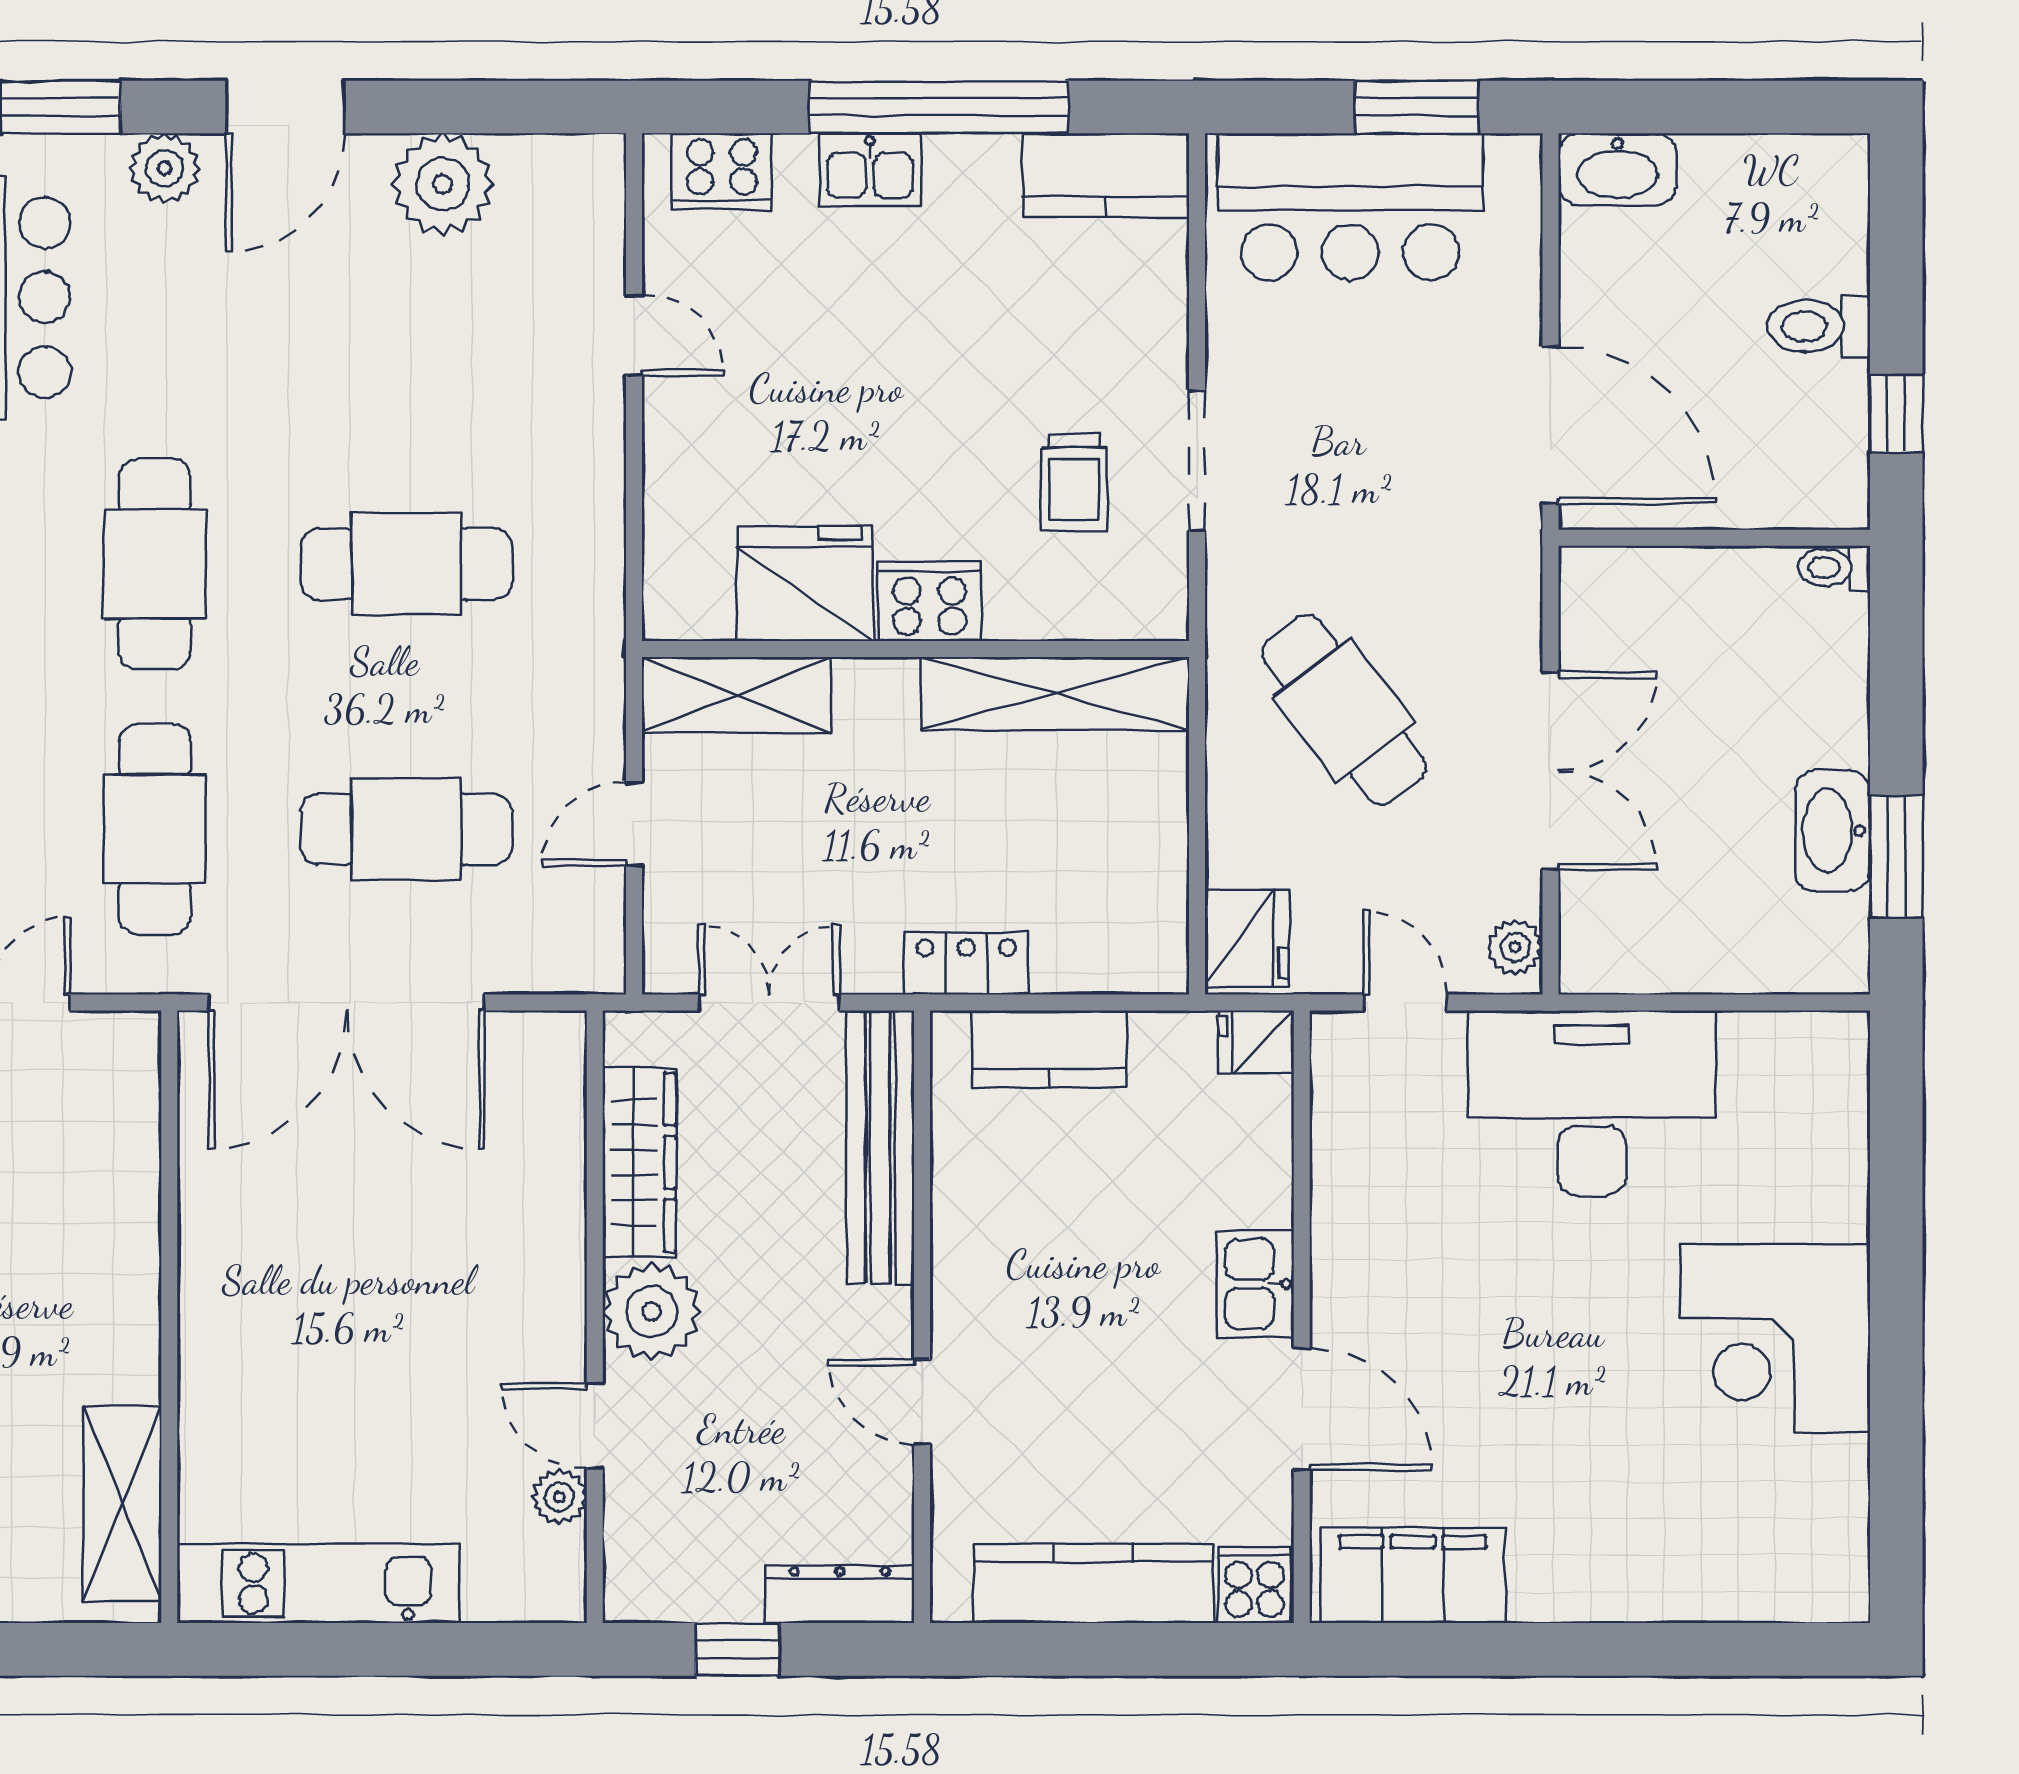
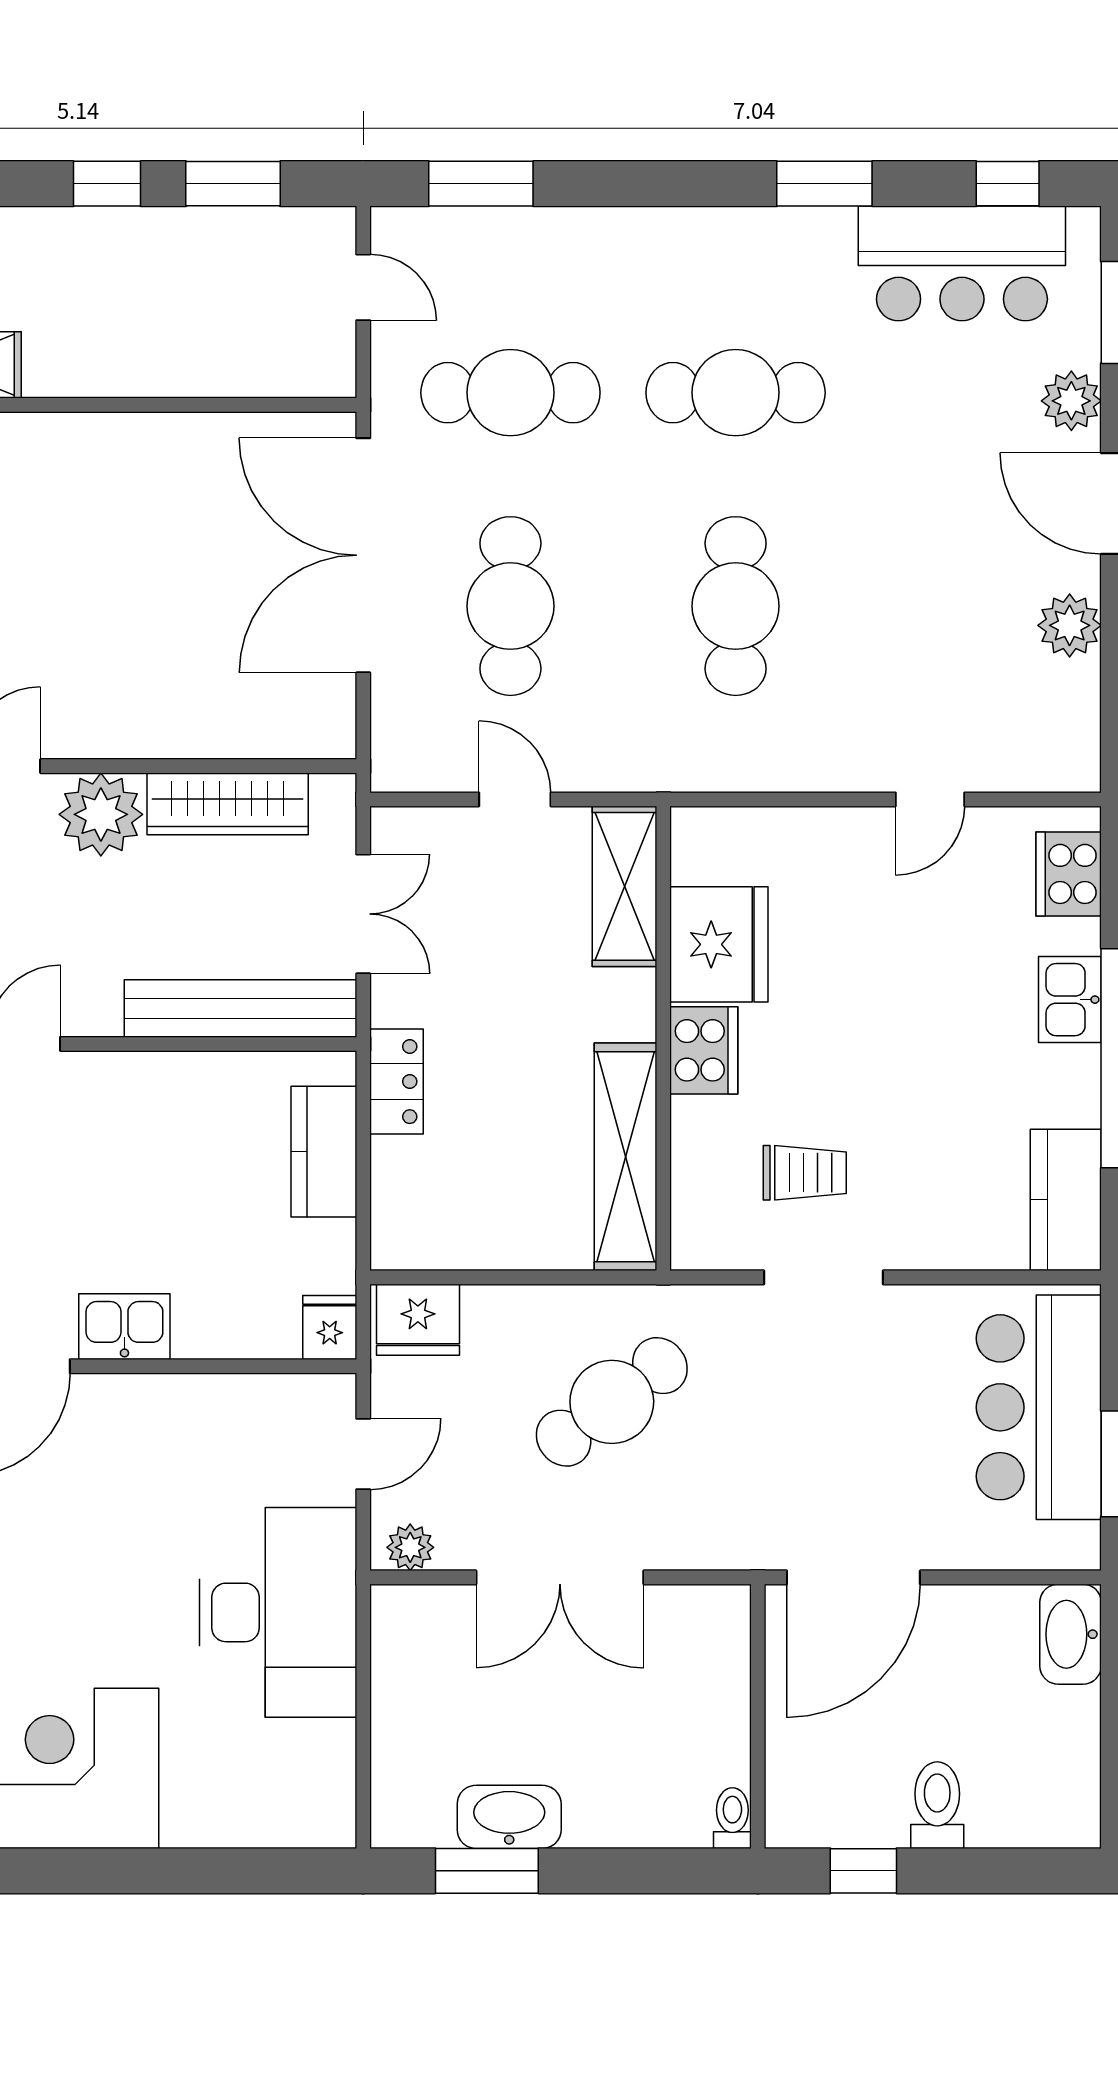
plant: (443, 184) -> (1070, 625), width x0.73, depth x0.73
trolley: (1074, 482) -> (805, 1173), turned 180

